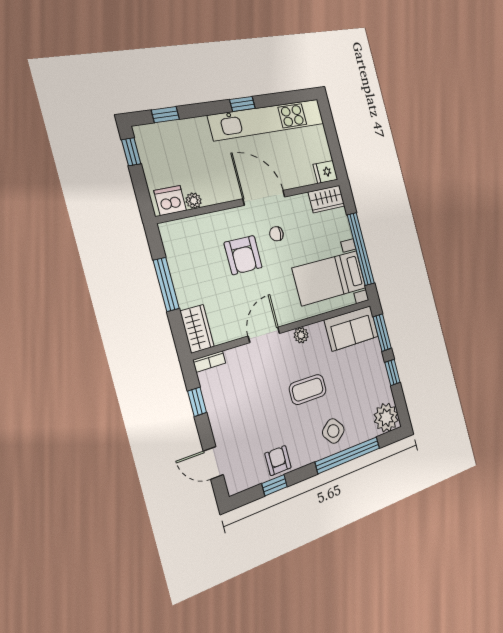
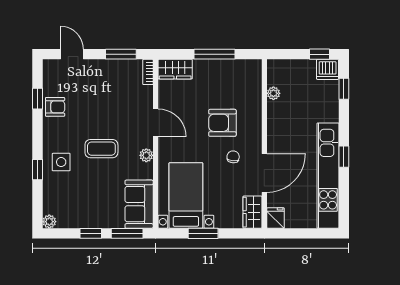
door: (264, 198) -> (264, 173), moved
dishwasher: (170, 201) -> (328, 69), moved, turned 90
window: (361, 249) -> (203, 233), width x0.47
coffee table: (308, 389) -> (101, 149), turned 90
window: (197, 402) -> (121, 54), width x1.50
plant: (386, 418) -> (49, 222), width x0.53, depth x0.53
side table: (333, 431) -> (61, 162), turned 38
window: (348, 455) -> (37, 170), width x0.32
door: (213, 463) -> (72, 54), hinge flipped

